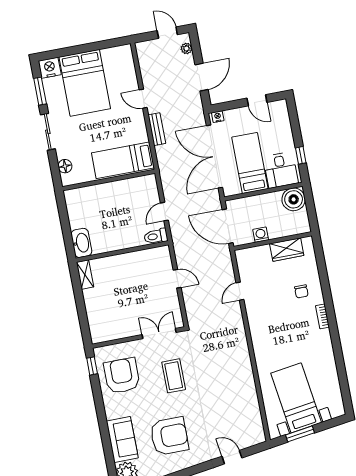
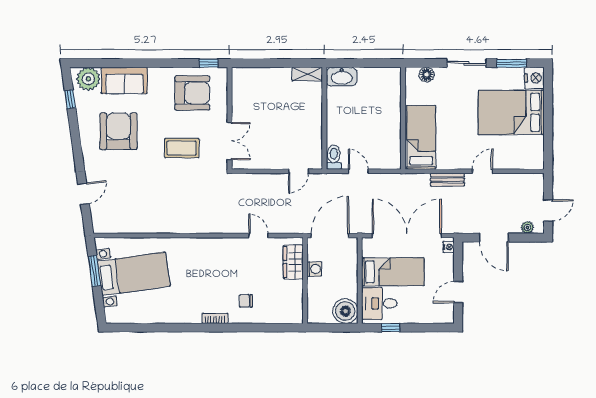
wardrobe: (287, 250) -> (293, 262), moved
door: (177, 279) -> (299, 171), moved
armchair: (169, 436) -> (118, 131), turned 180

